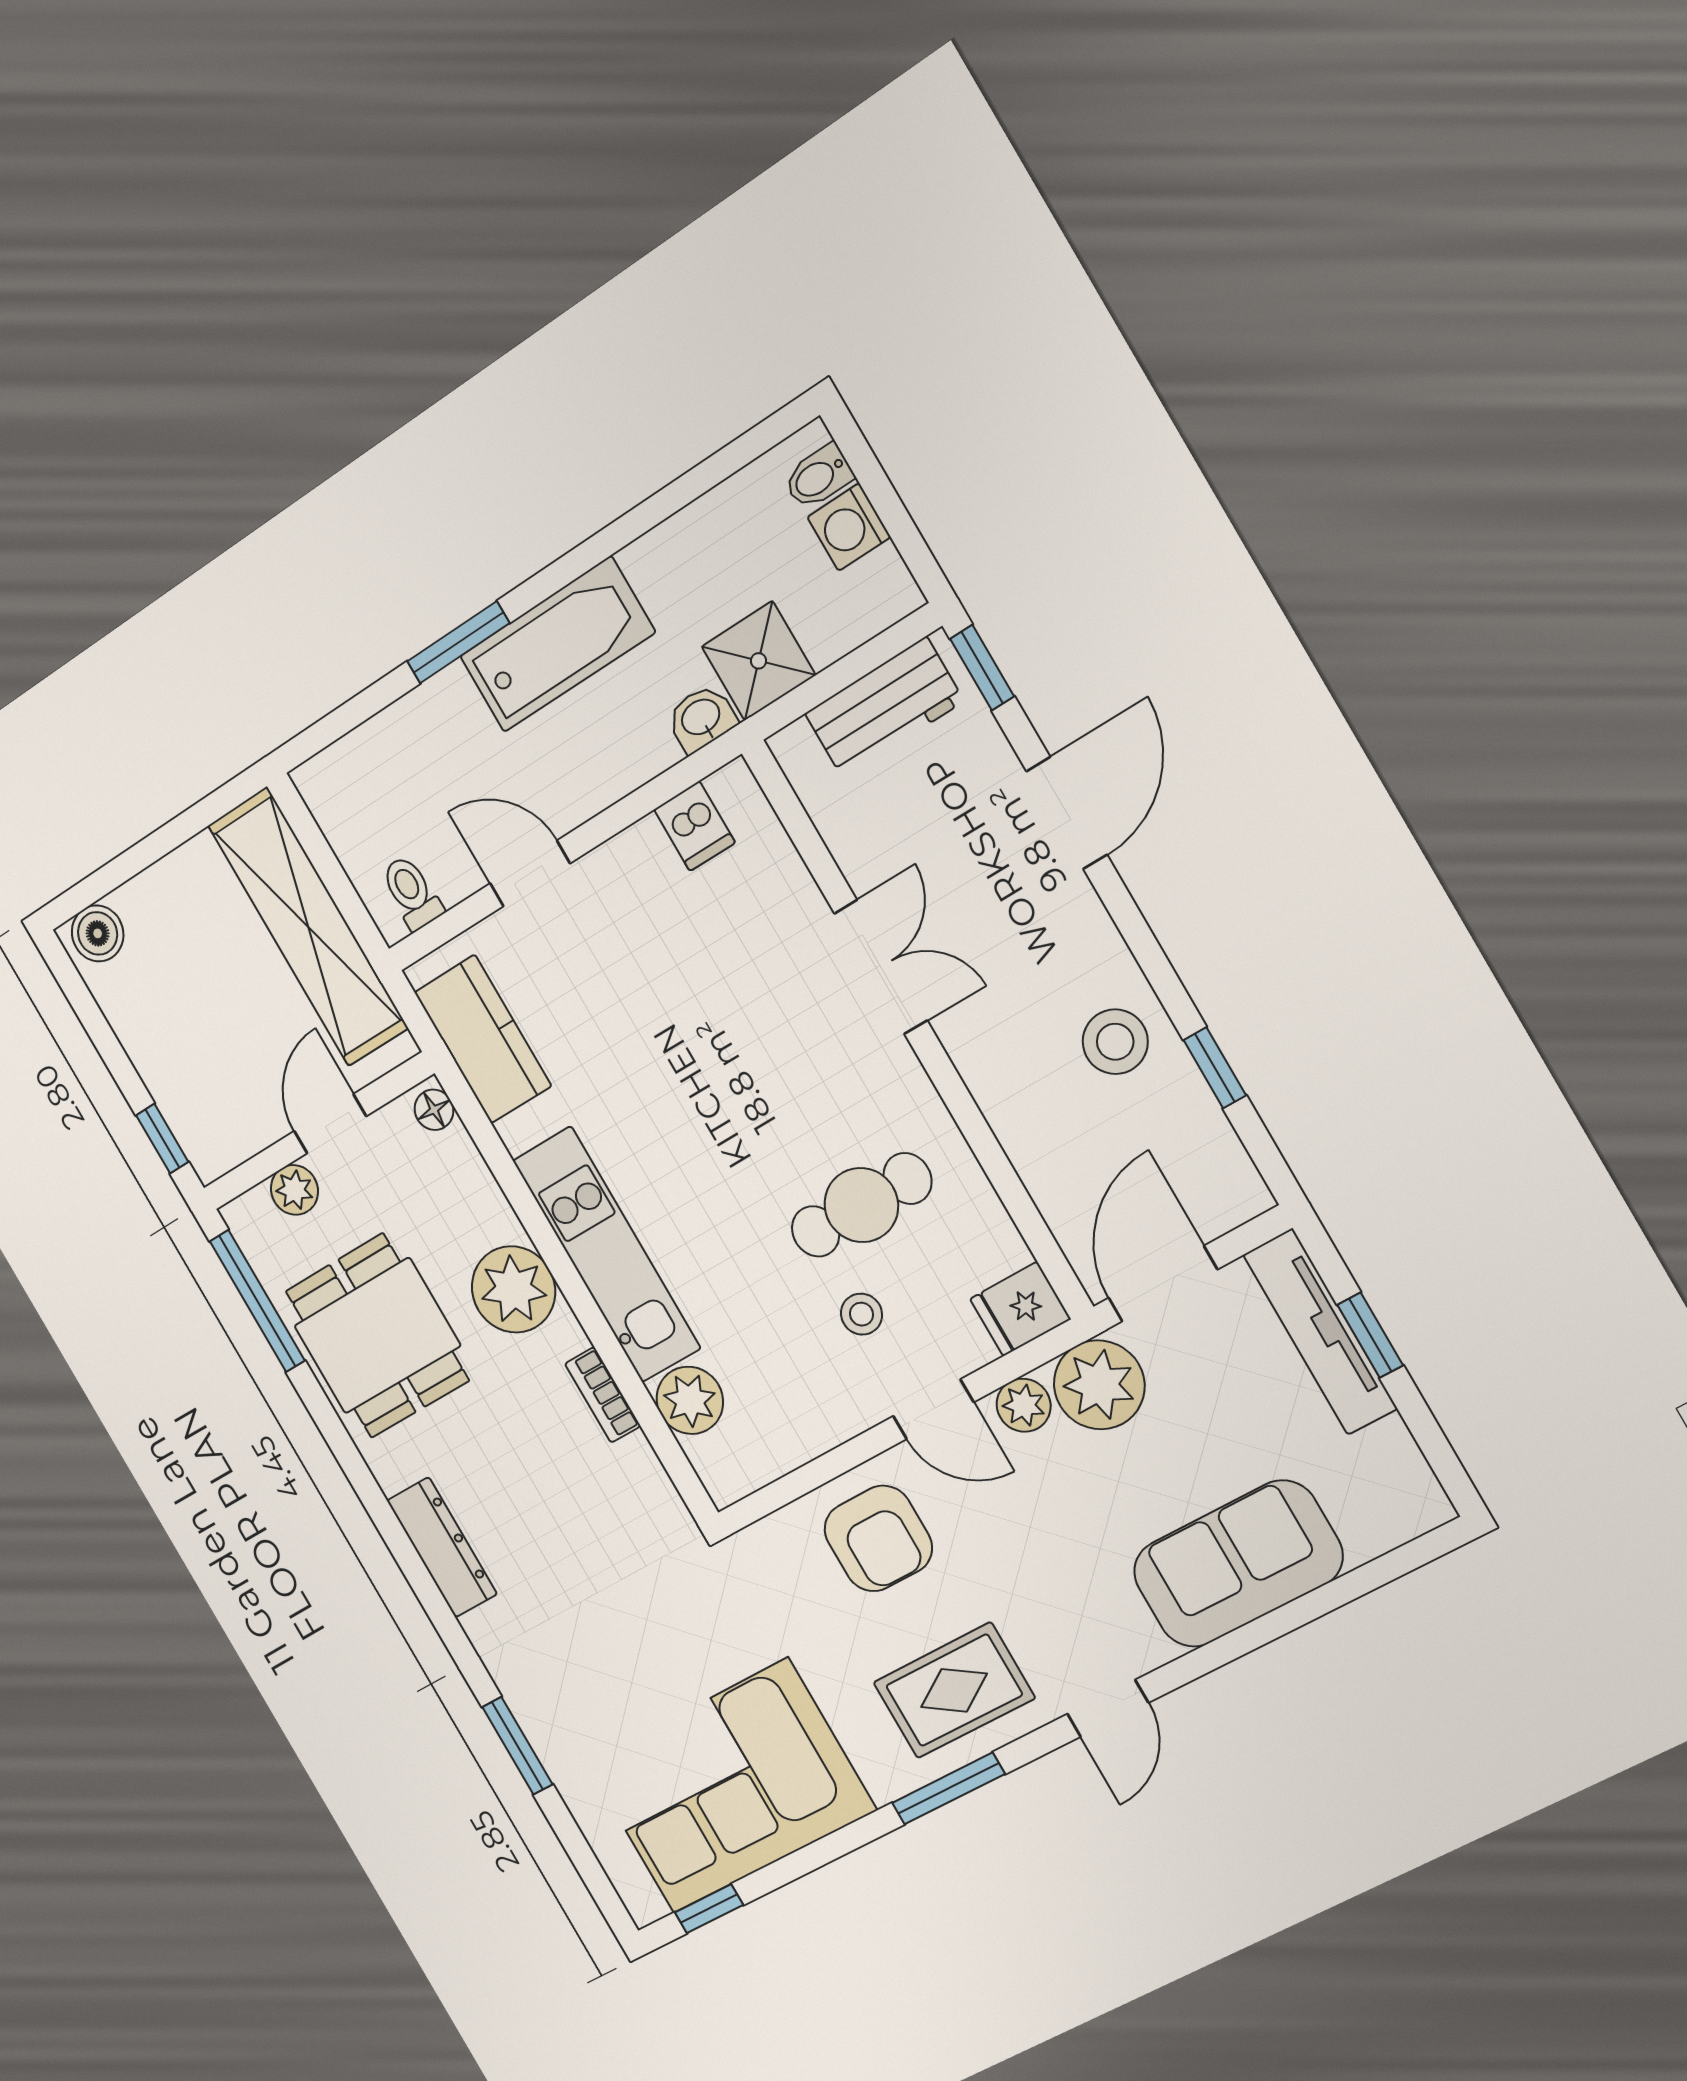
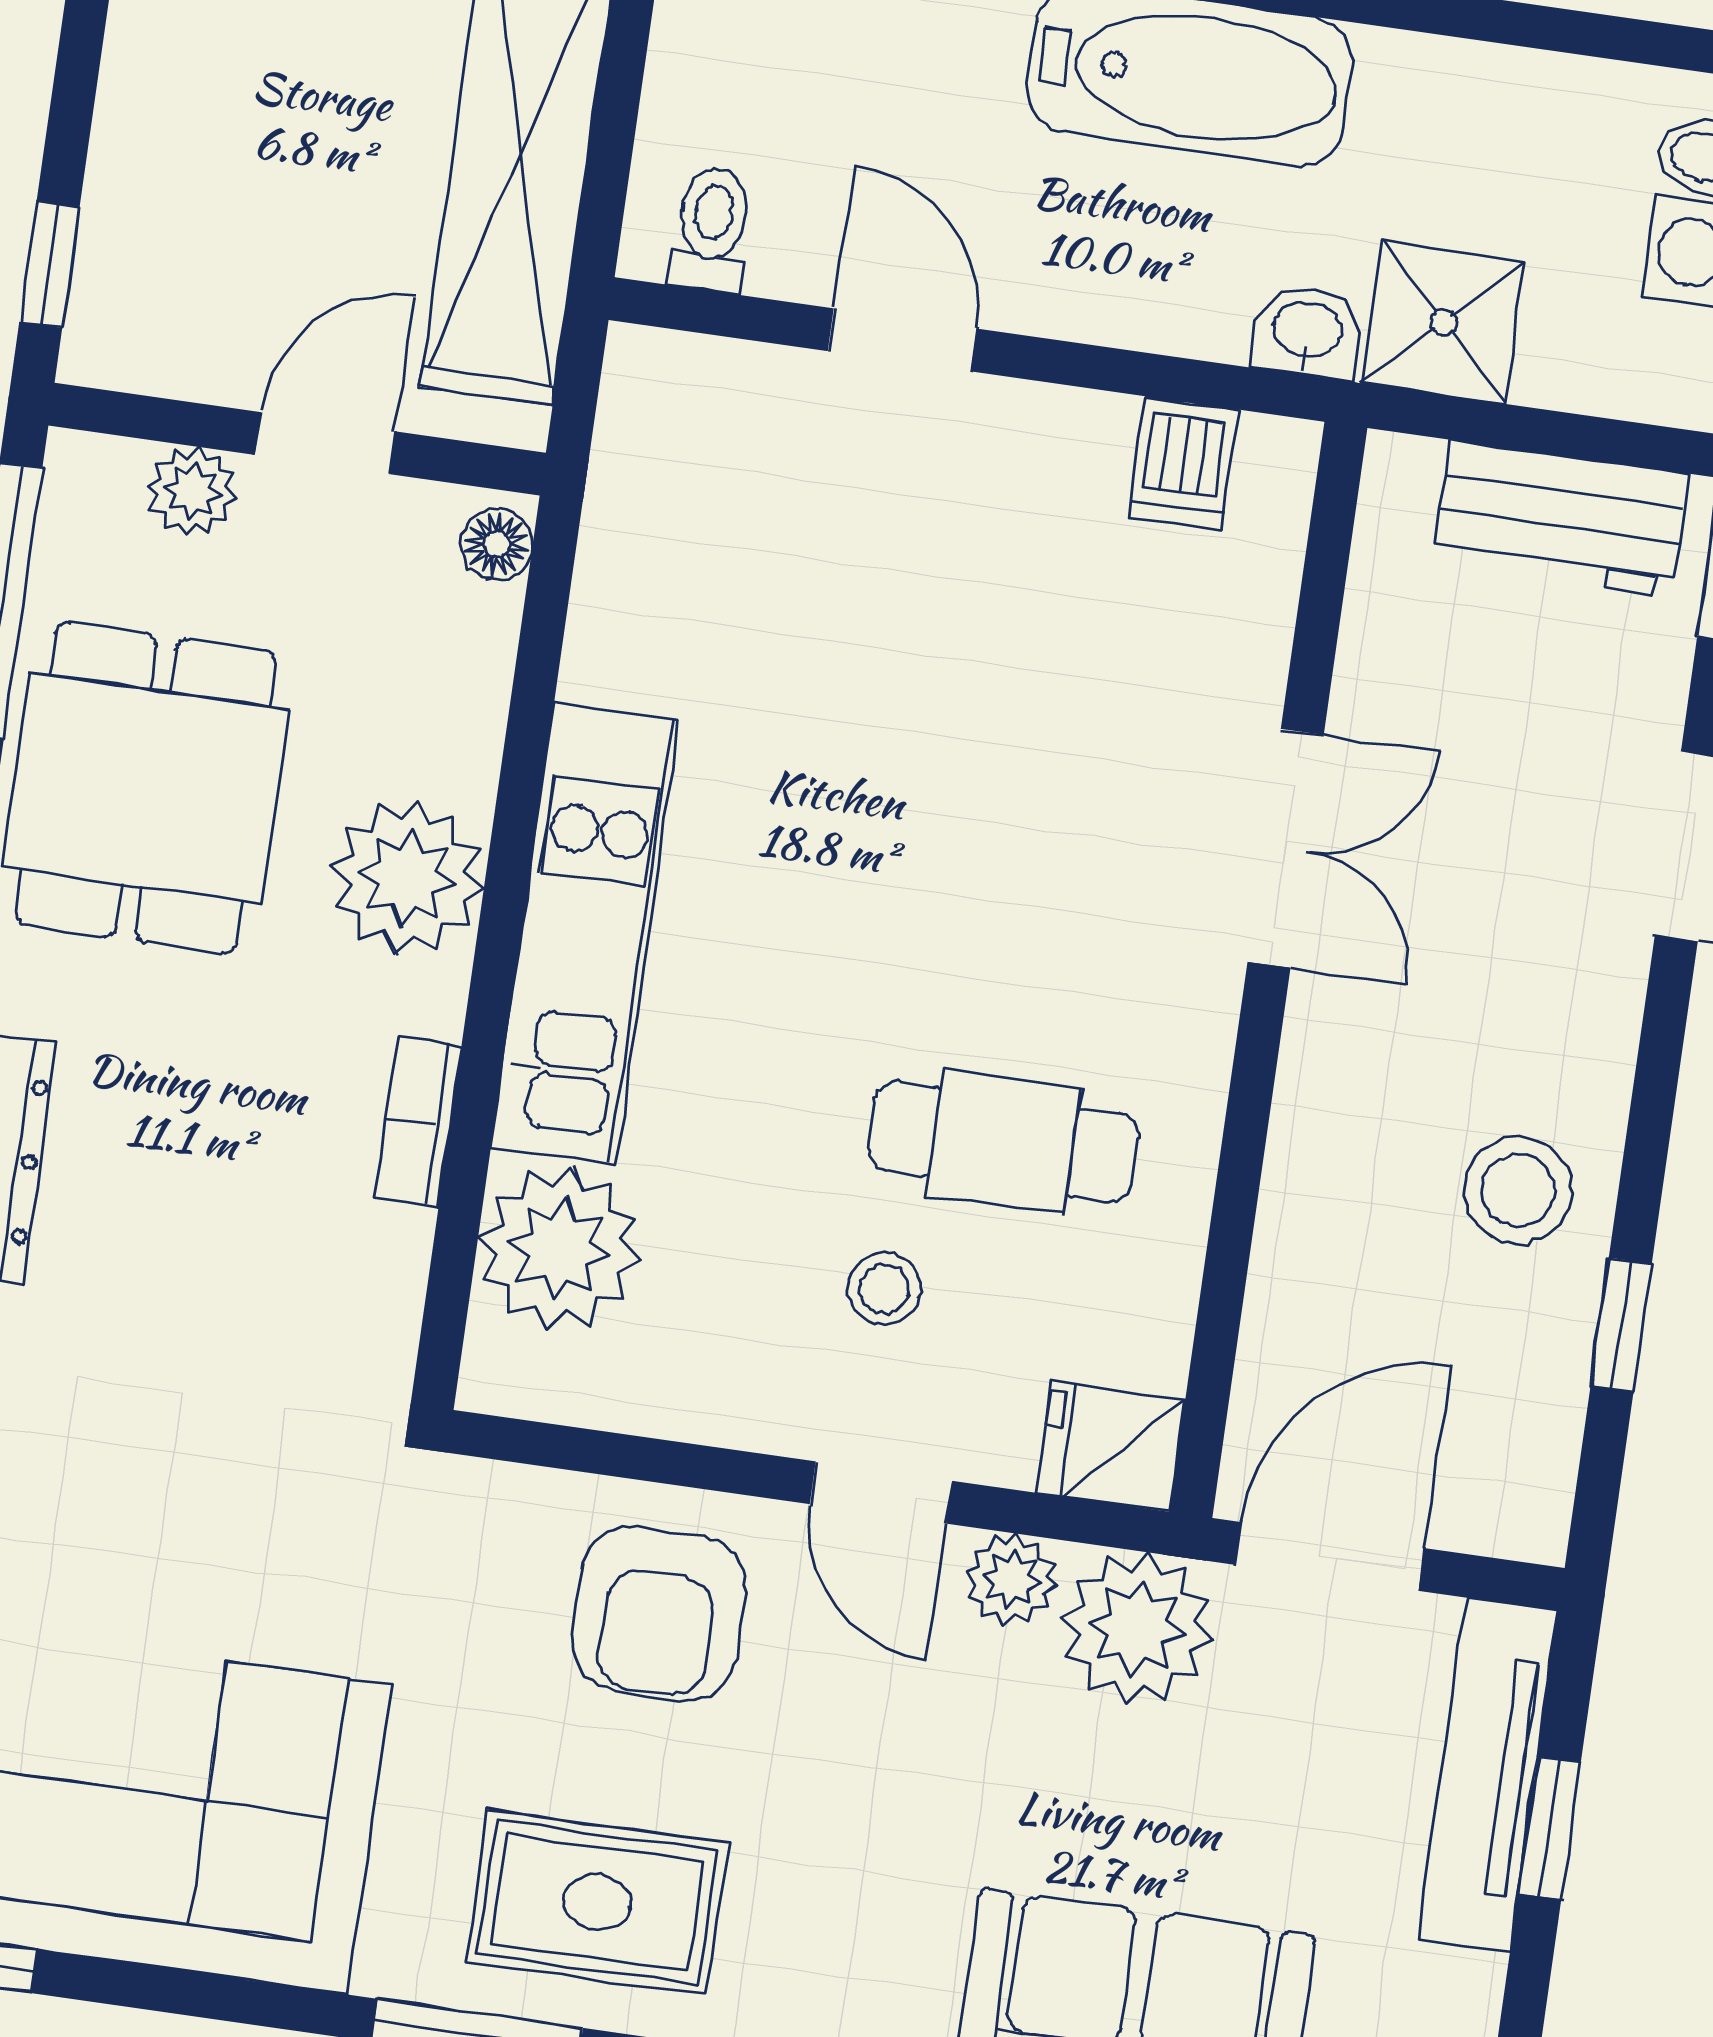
kitchen counter: (483, 1039) -> (649, 505), removed
plant: (690, 1400) -> (559, 1249), width x1.36, depth x1.36

